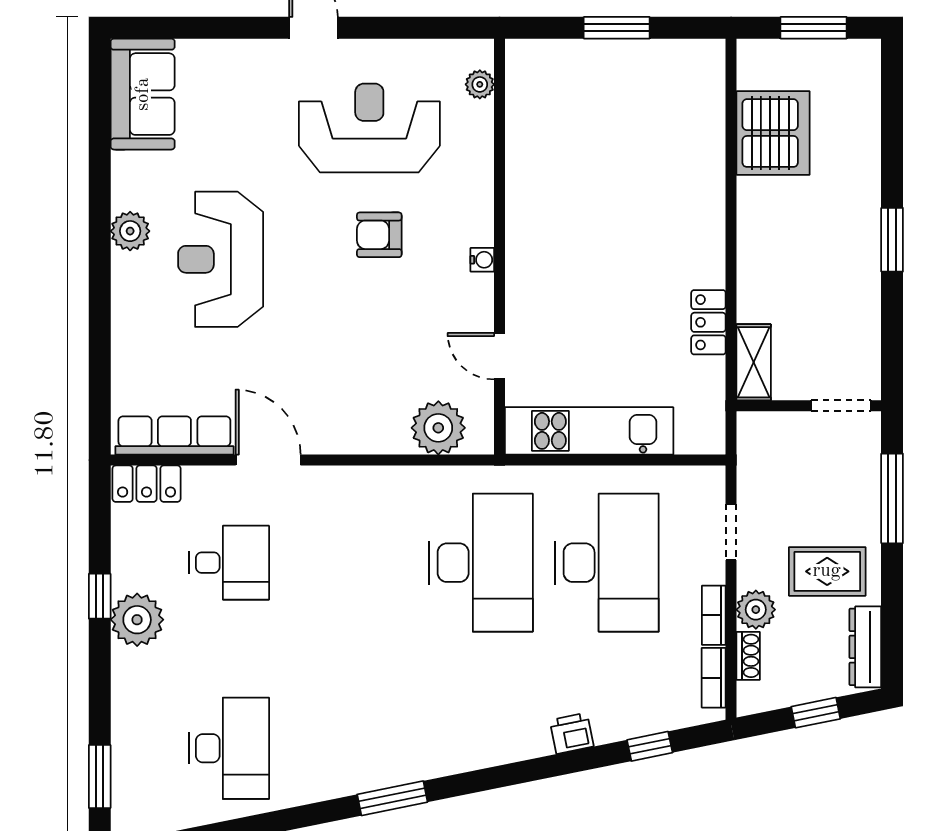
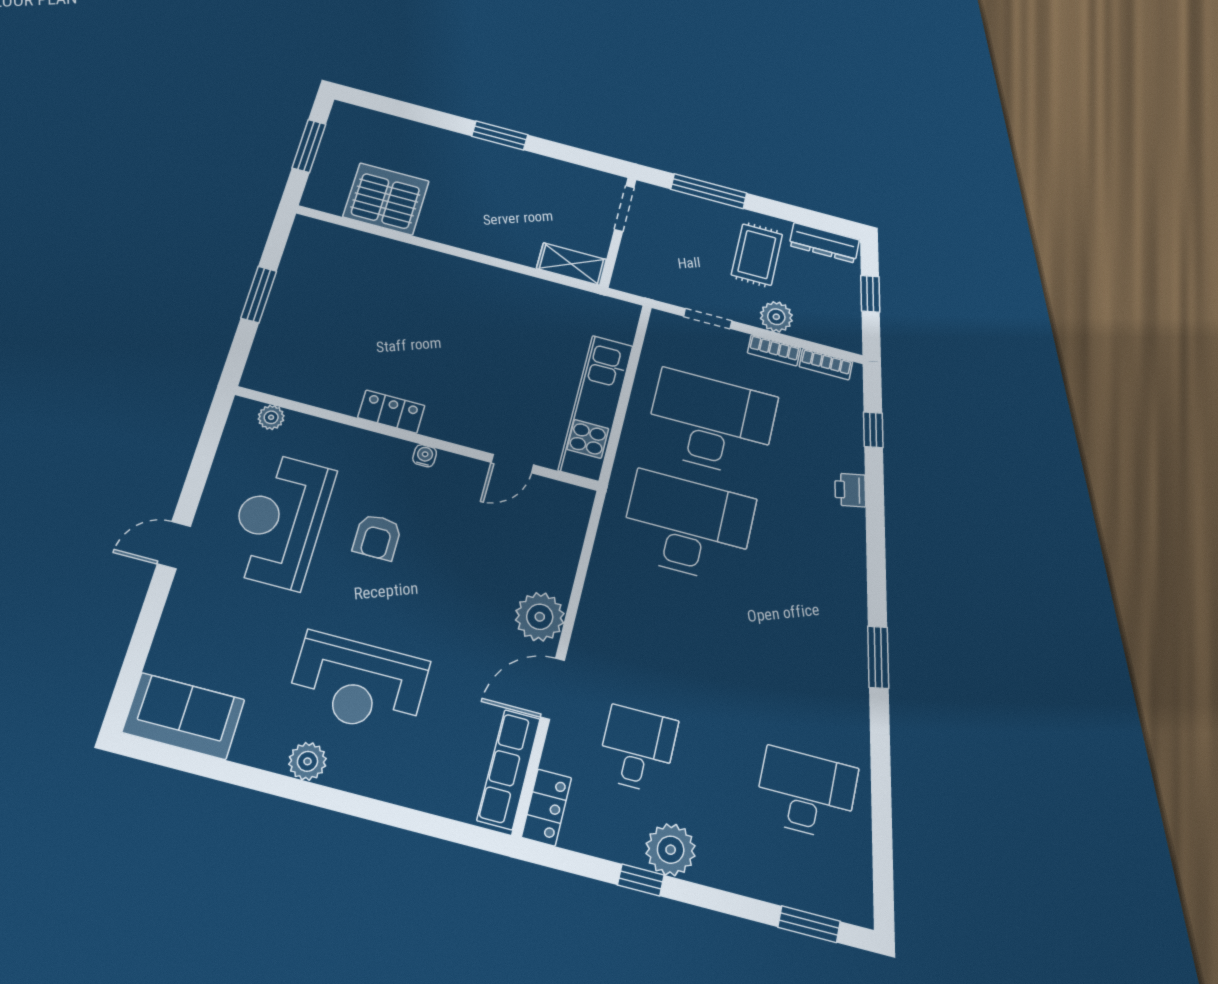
locker: (708, 322) -> (391, 412), moved, turned 180
plant: (438, 428) -> (540, 617), moved
shoe rack: (748, 656) -> (813, 333), removed

